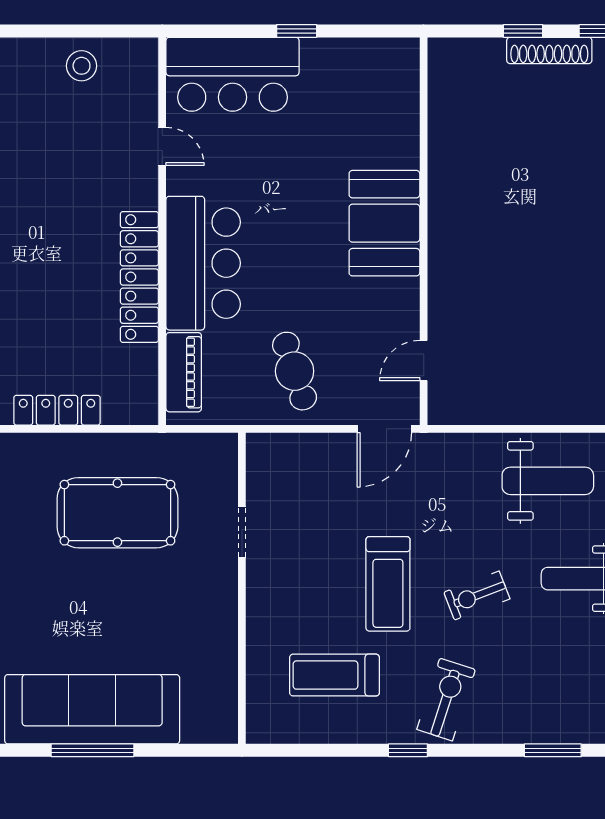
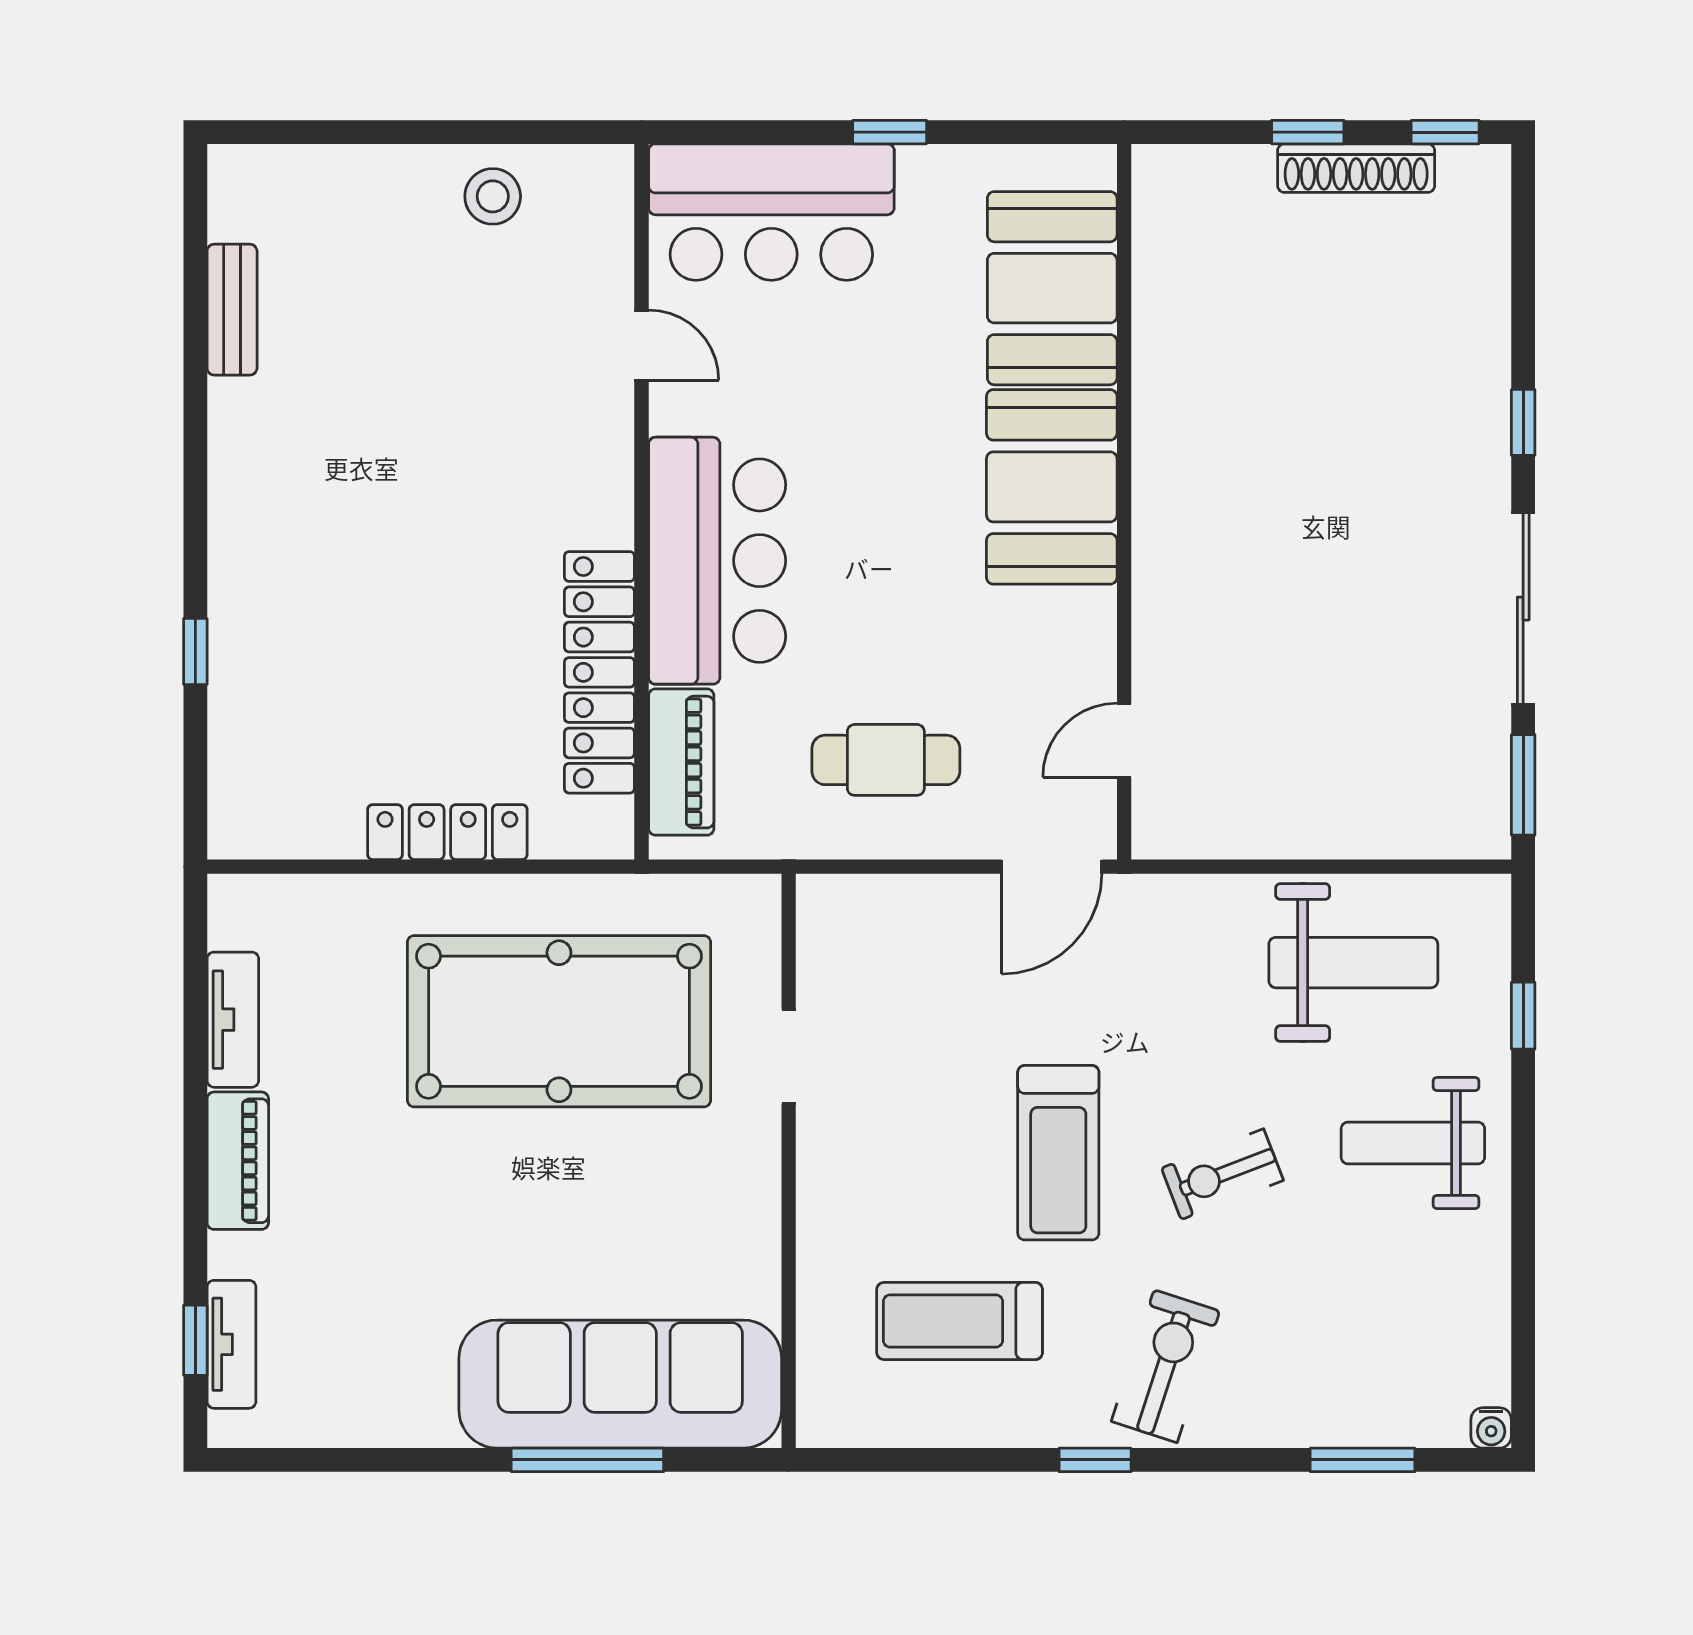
booth: (385, 116) -> (1052, 288), added
locker: (139, 277) -> (599, 672), moved
cafe table: (295, 371) -> (886, 760), turned -72
pool table: (117, 513) -> (559, 1021), width x1.36, depth x1.32
sofa: (92, 709) -> (620, 1384), moved
window: (93, 750) -> (587, 1460), moved

